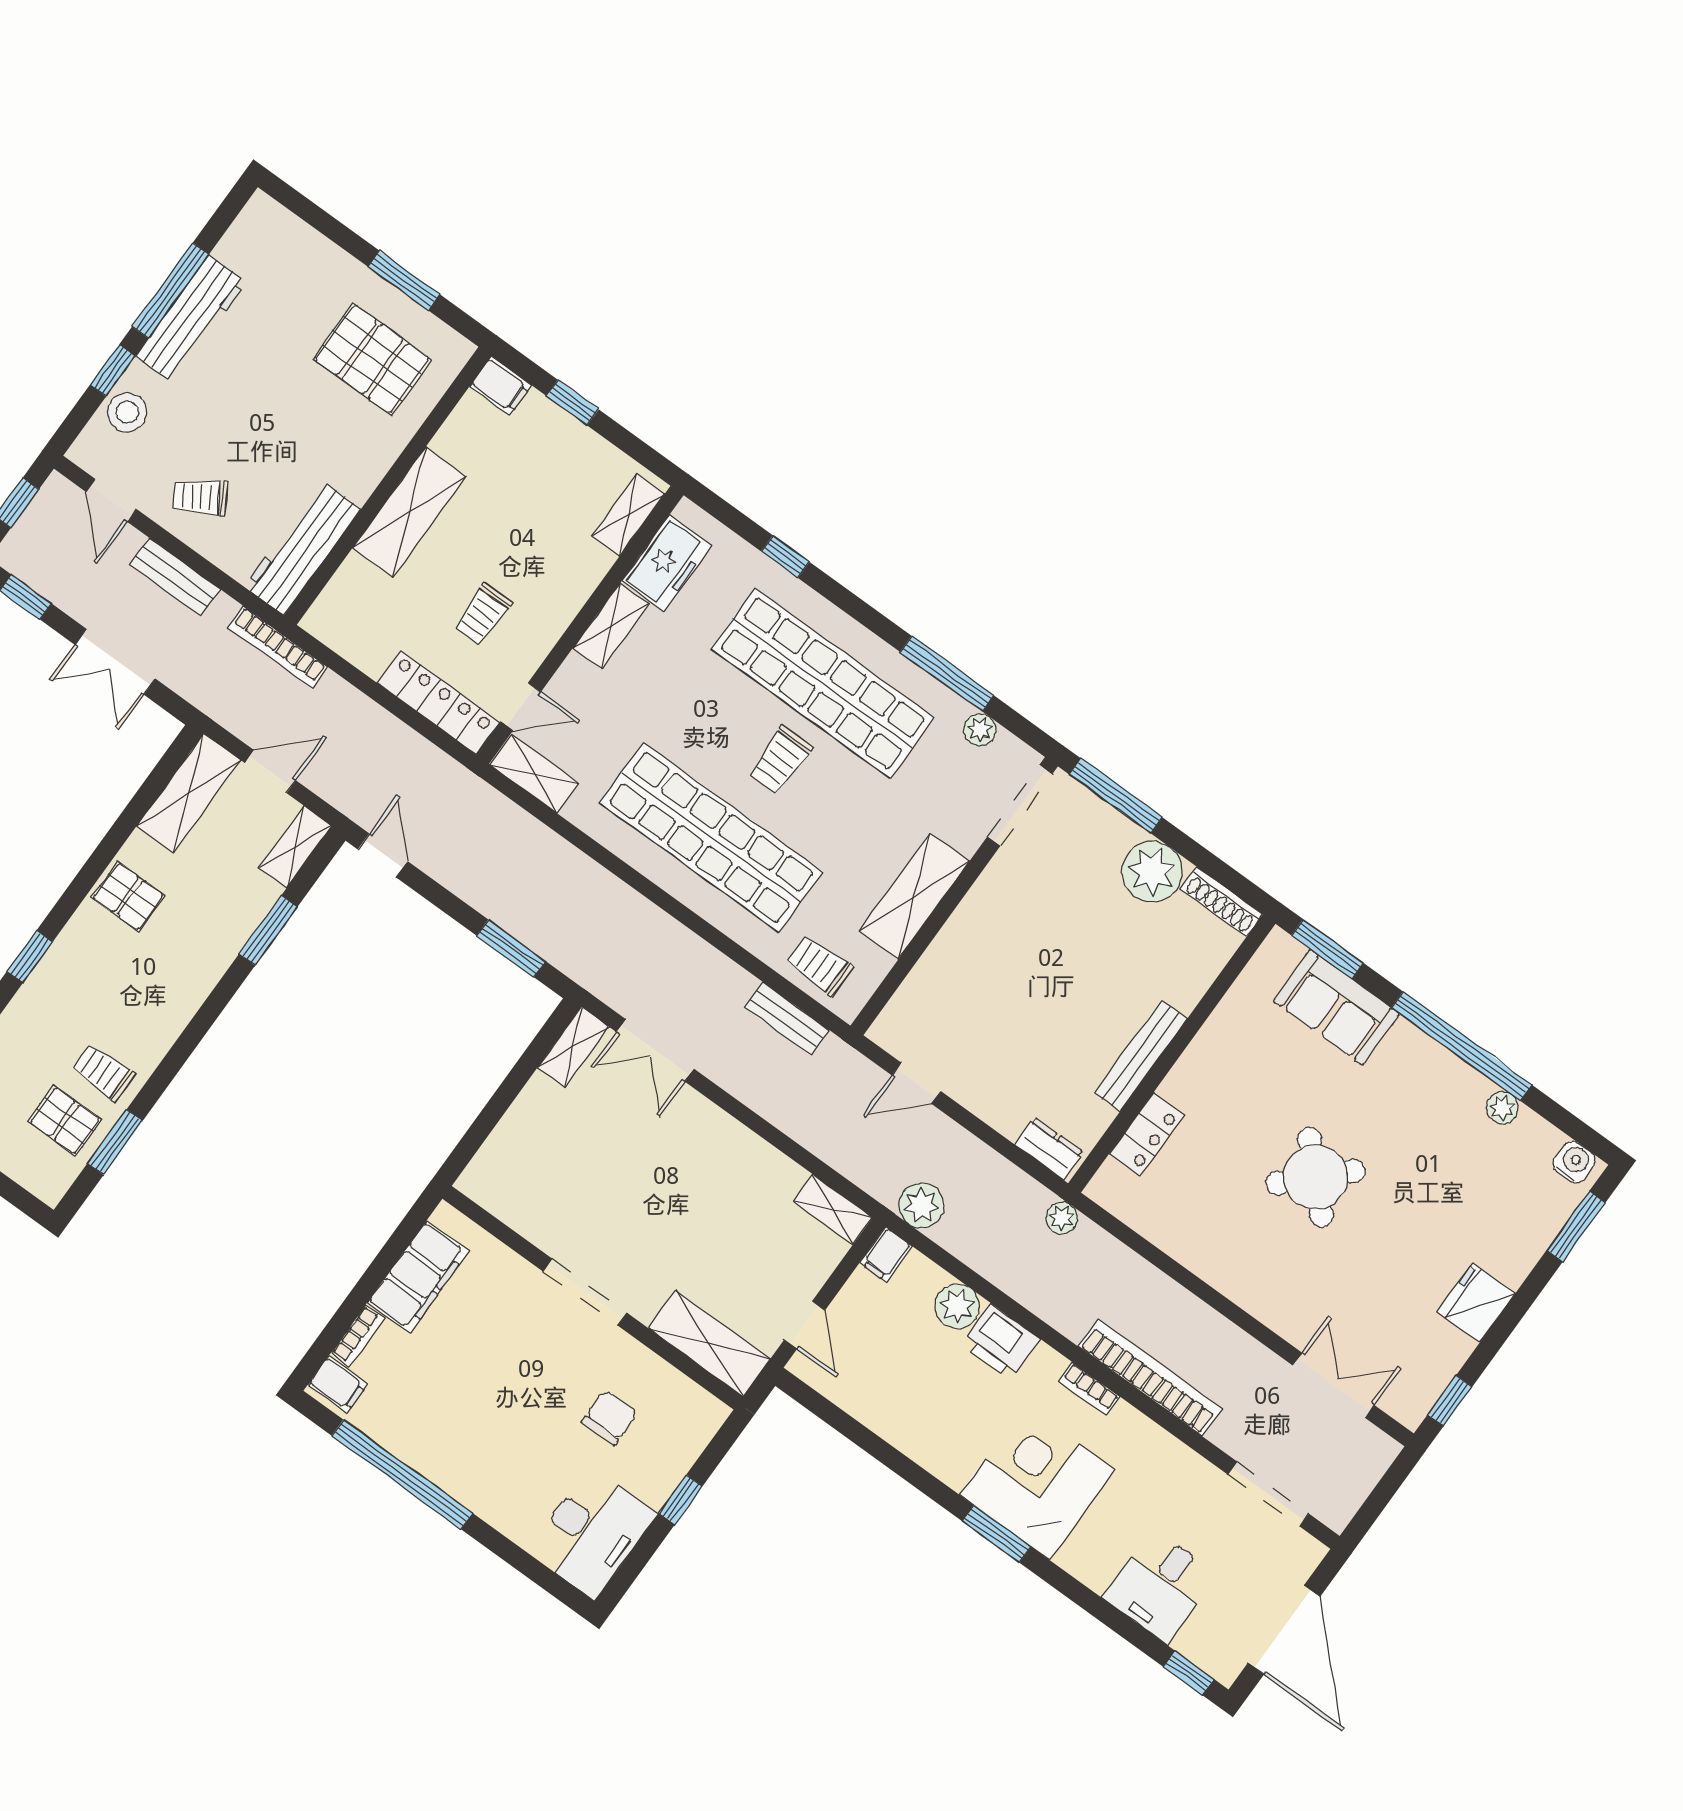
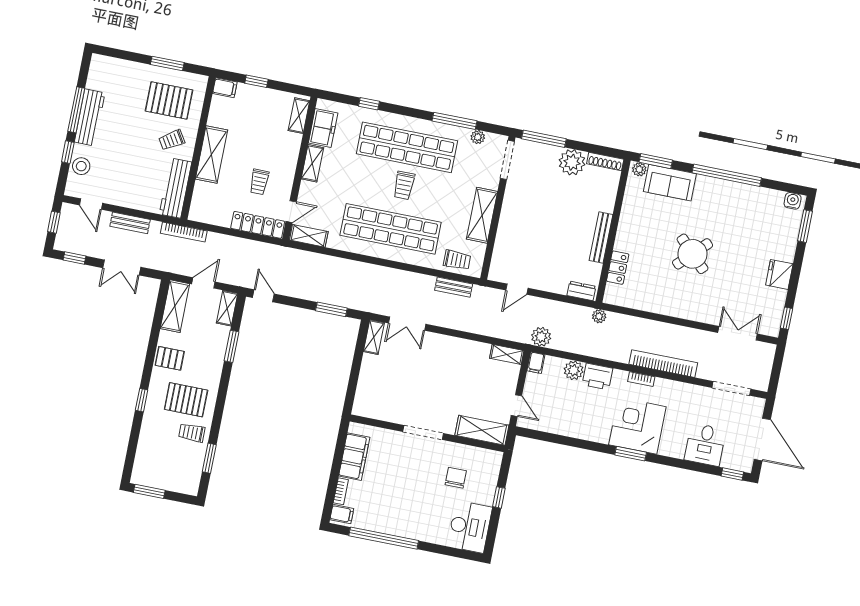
trolley: (200, 497) -> (172, 140), moved
trolley: (820, 965) -> (457, 260), turned 180
plant: (1502, 1108) -> (639, 169), moved
pallet: (65, 1121) -> (186, 400), moved, width x1.50, depth x1.42

